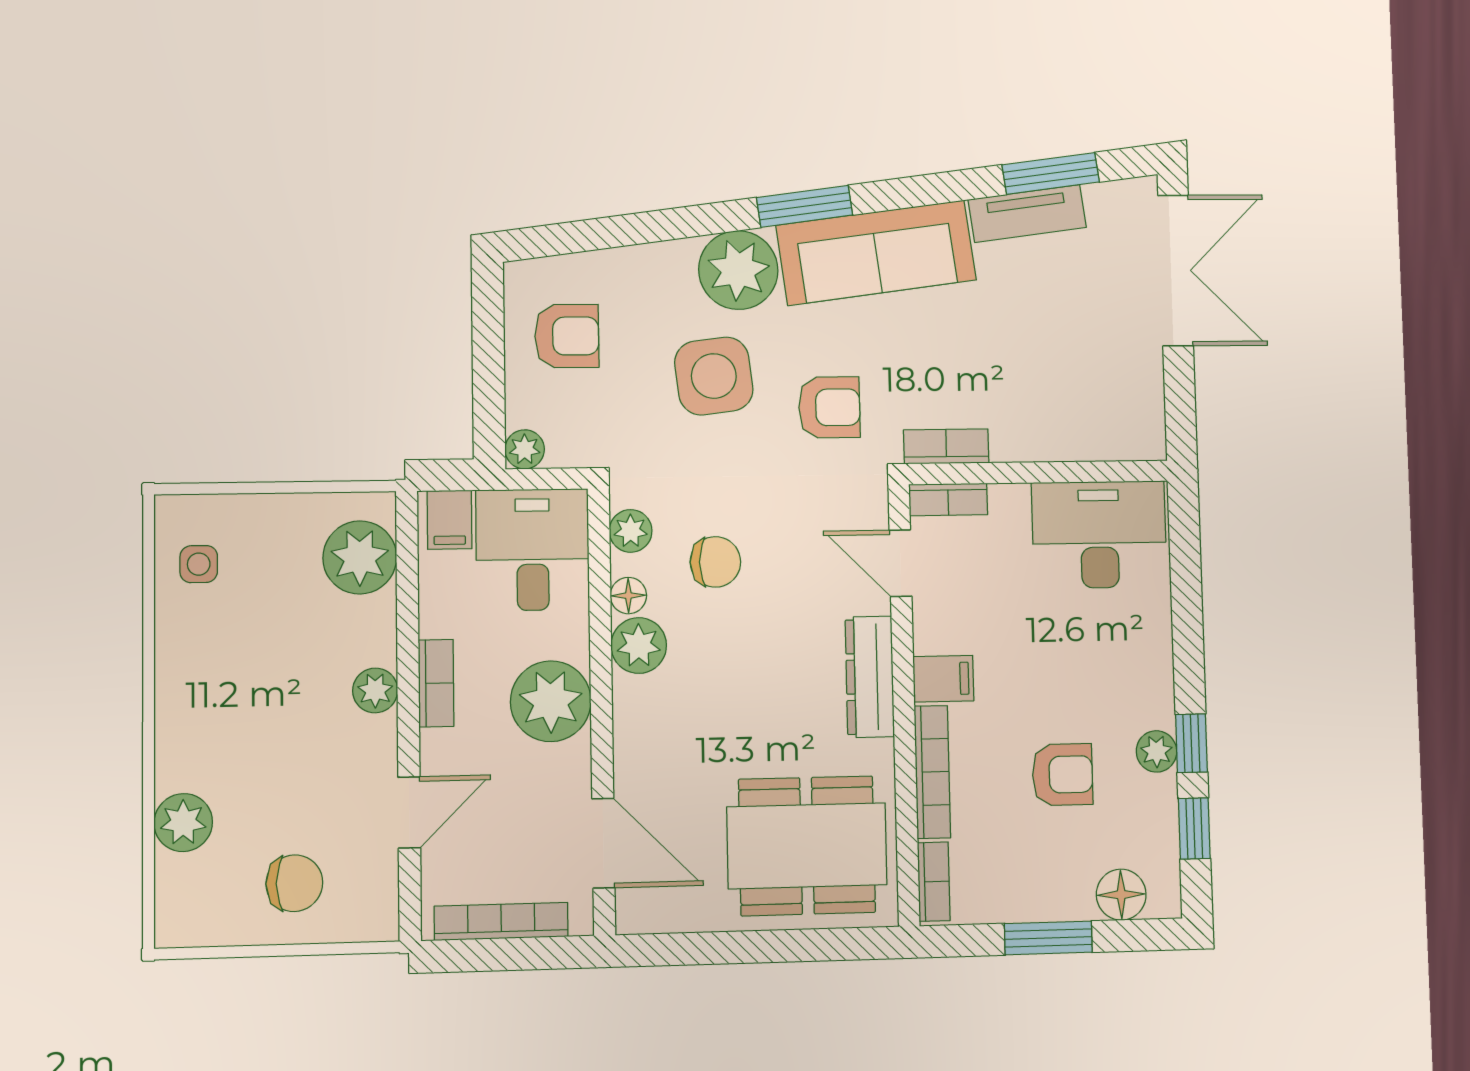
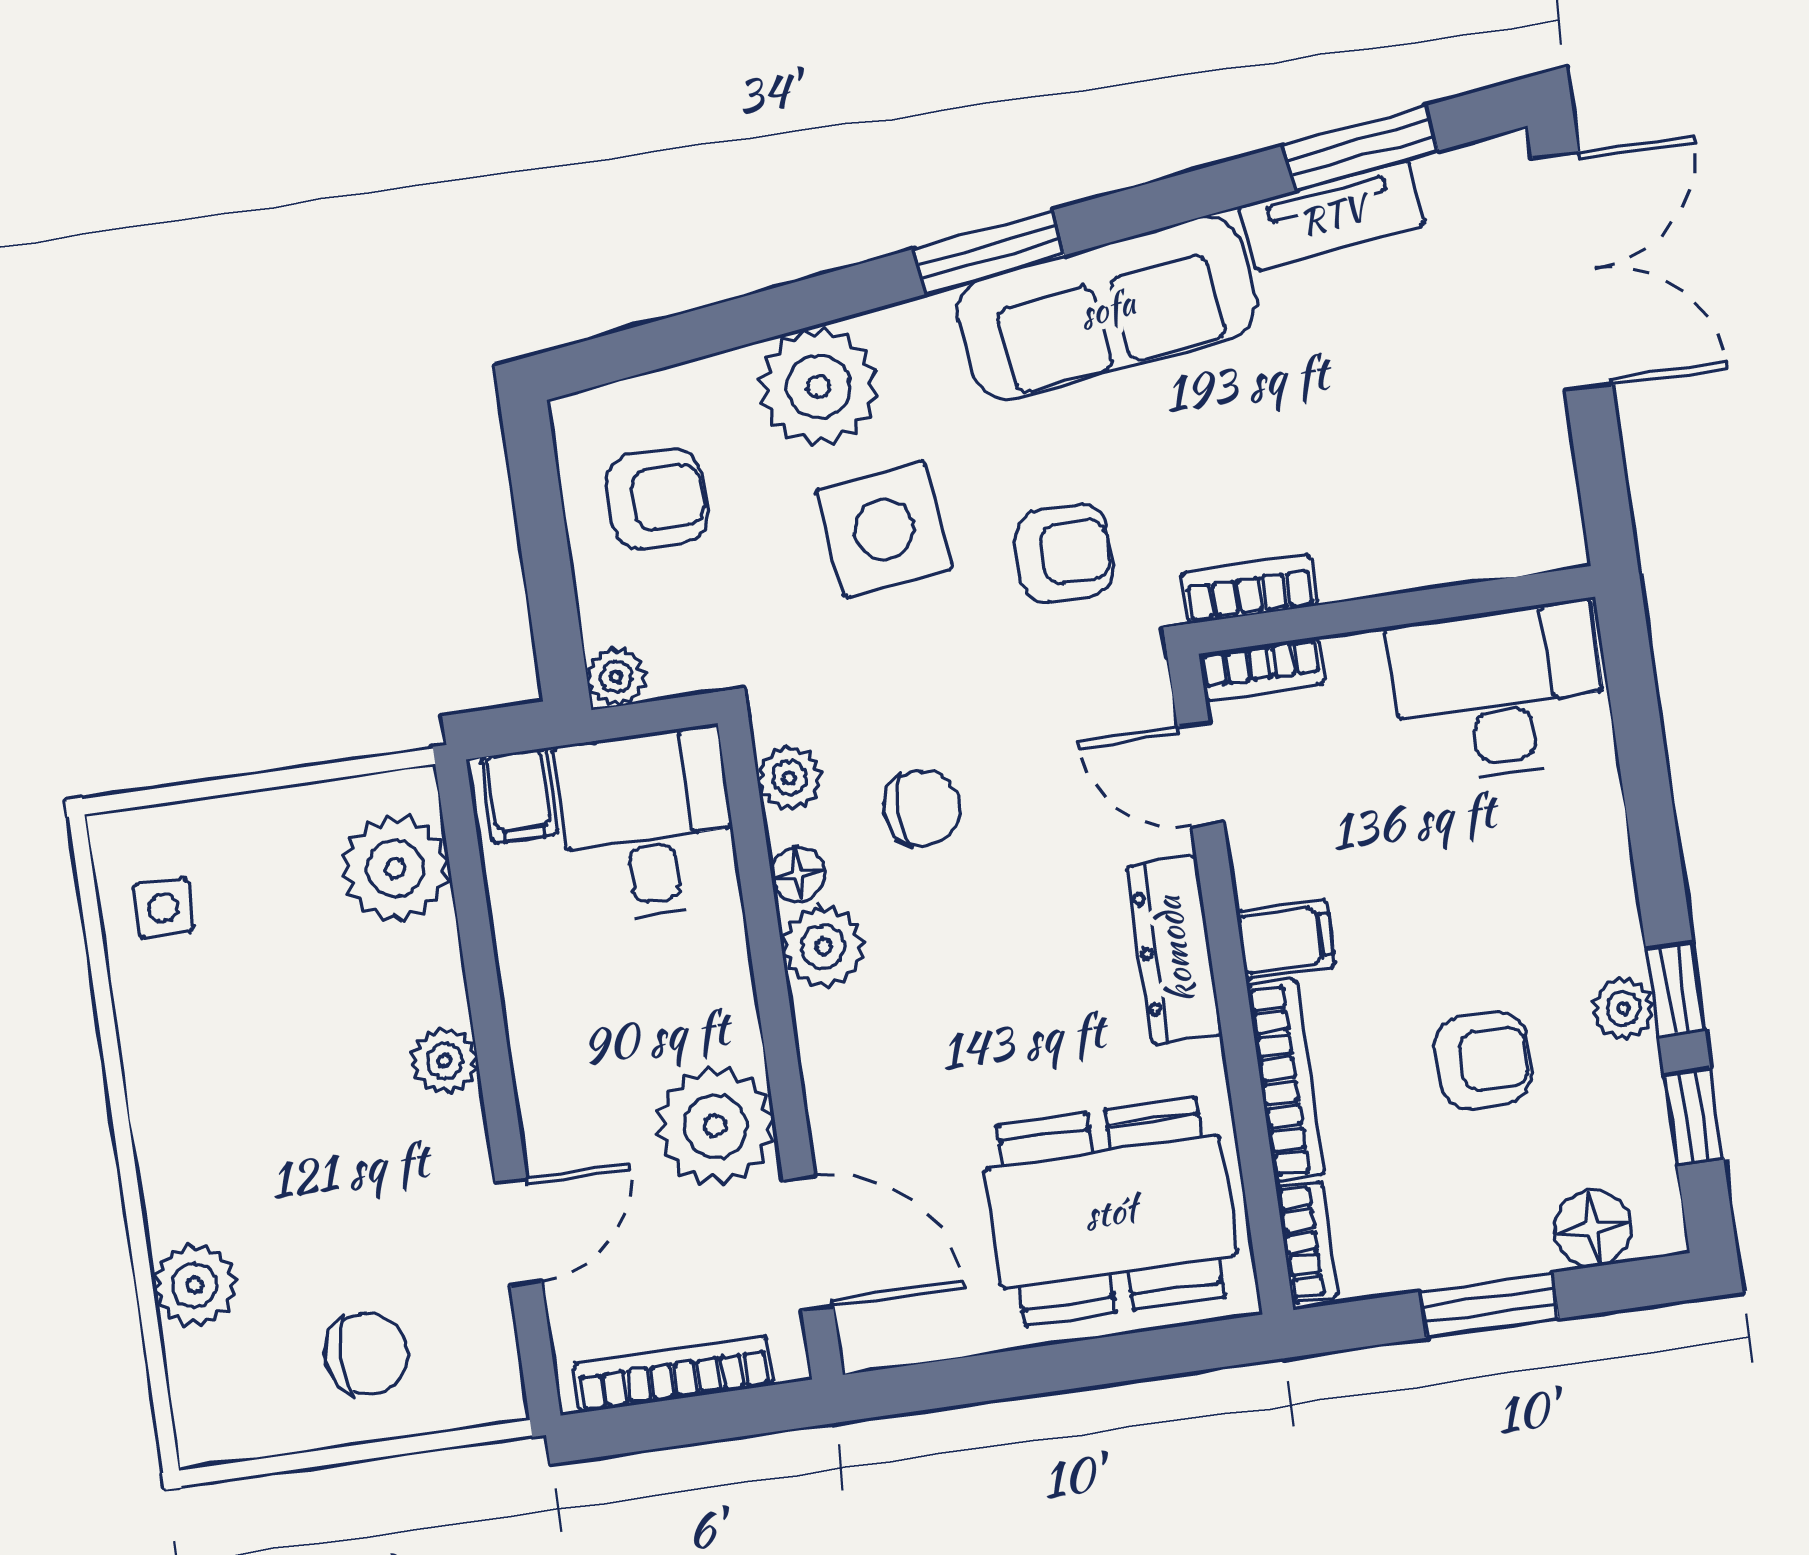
plant: (738, 270) -> (818, 387), moved
bookcase: (436, 683) -> (532, 1039), removed
plant: (551, 701) -> (715, 1126), moved

